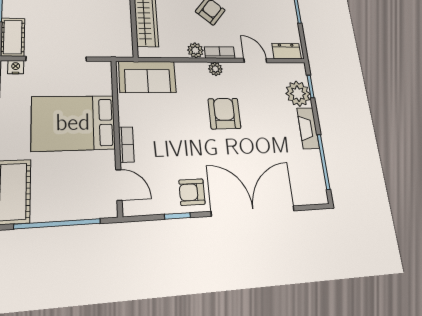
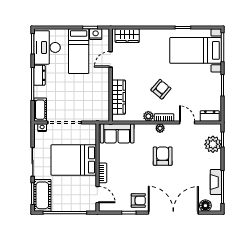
fireplace: (308, 128) -> (216, 182), moved
armchair: (192, 192) -> (138, 200), turned 180
floor lamp: (303, 195) -> (205, 206), added

